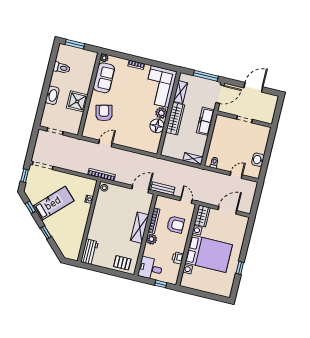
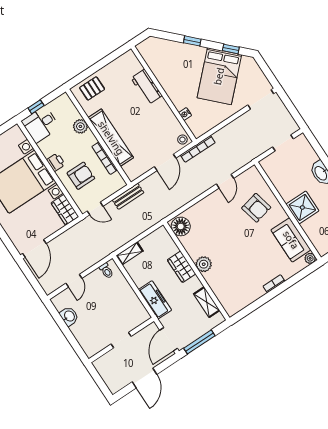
corner sofa: (160, 87) -> (231, 287), removed
shower: (77, 101) -> (302, 207), moved
wardrobe: (175, 119) -> (182, 267), width x0.67
floor lamp: (157, 126) -> (181, 226), moved
window: (25, 176) -> (267, 72), removed
door: (140, 189) -> (165, 162), moved
bed: (53, 203) -> (219, 76), width x1.50
door: (227, 210) -> (34, 249), moved
armchair: (175, 225) -> (81, 176), turned 180
shelving: (140, 228) -> (111, 138), width x1.47
plant: (151, 239) -> (80, 126), moved
workbench: (90, 252) -> (147, 87), moved
printer: (178, 258) -> (56, 162), moved
desk: (150, 268) -> (41, 124), moved, turned 180

